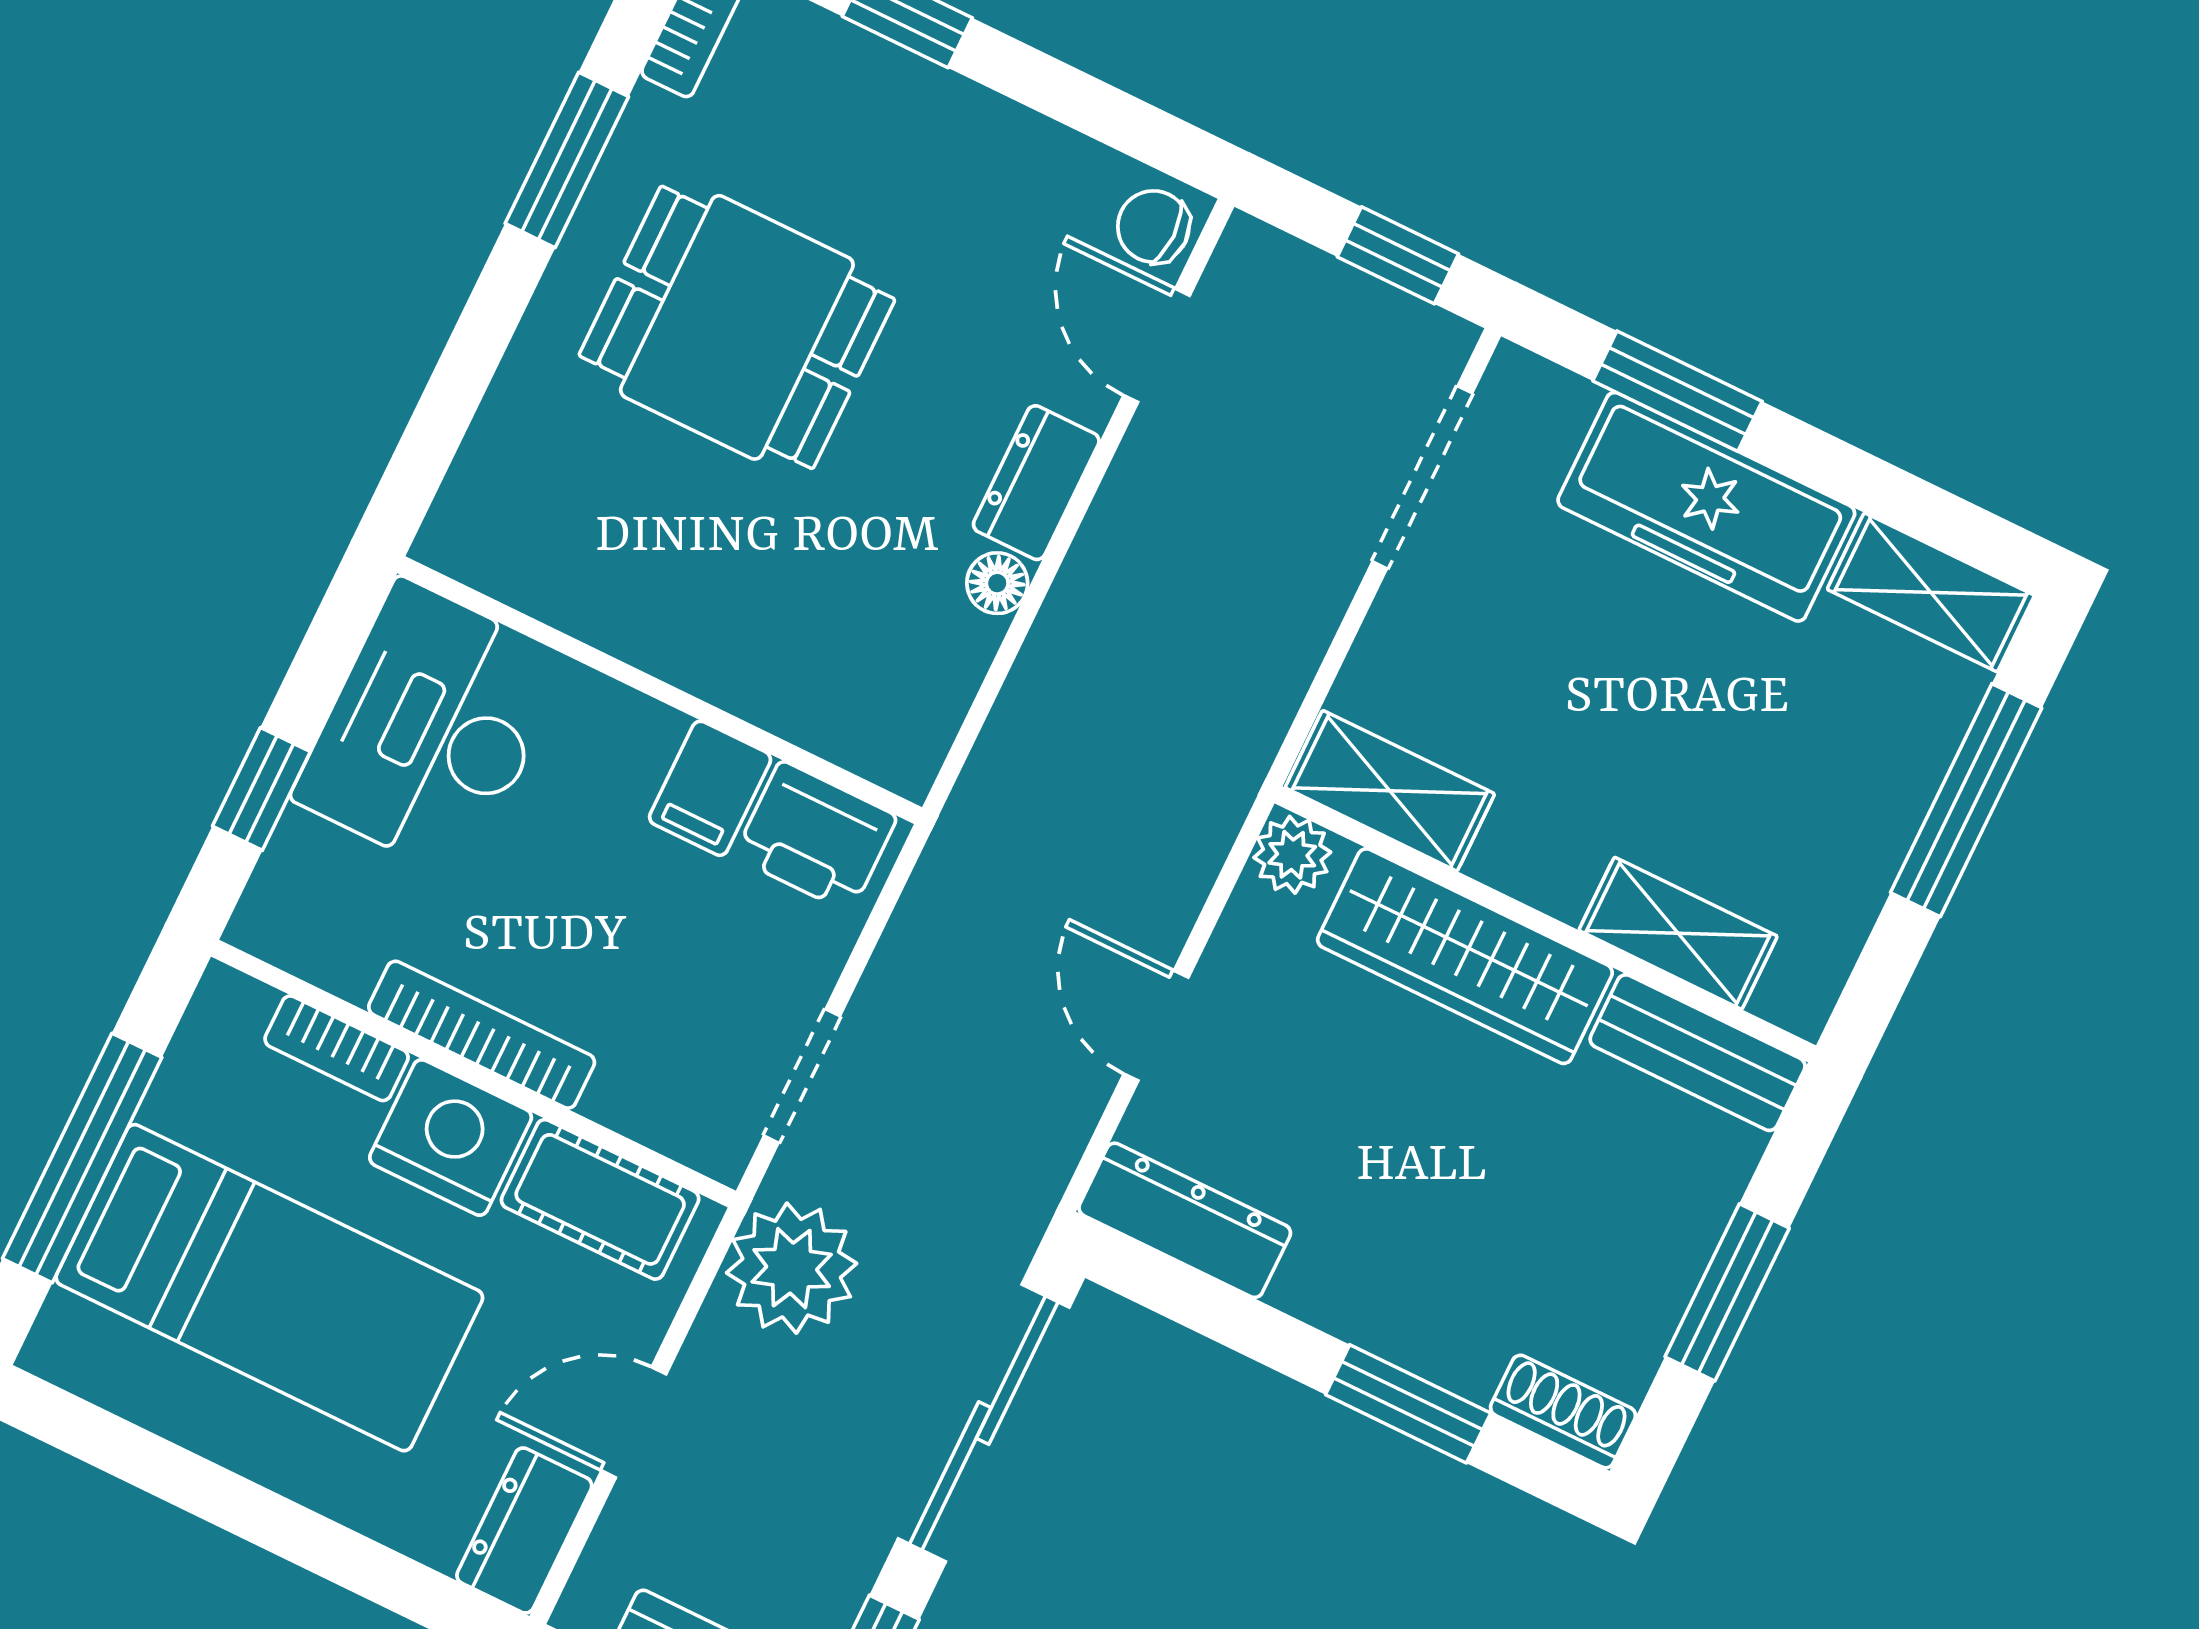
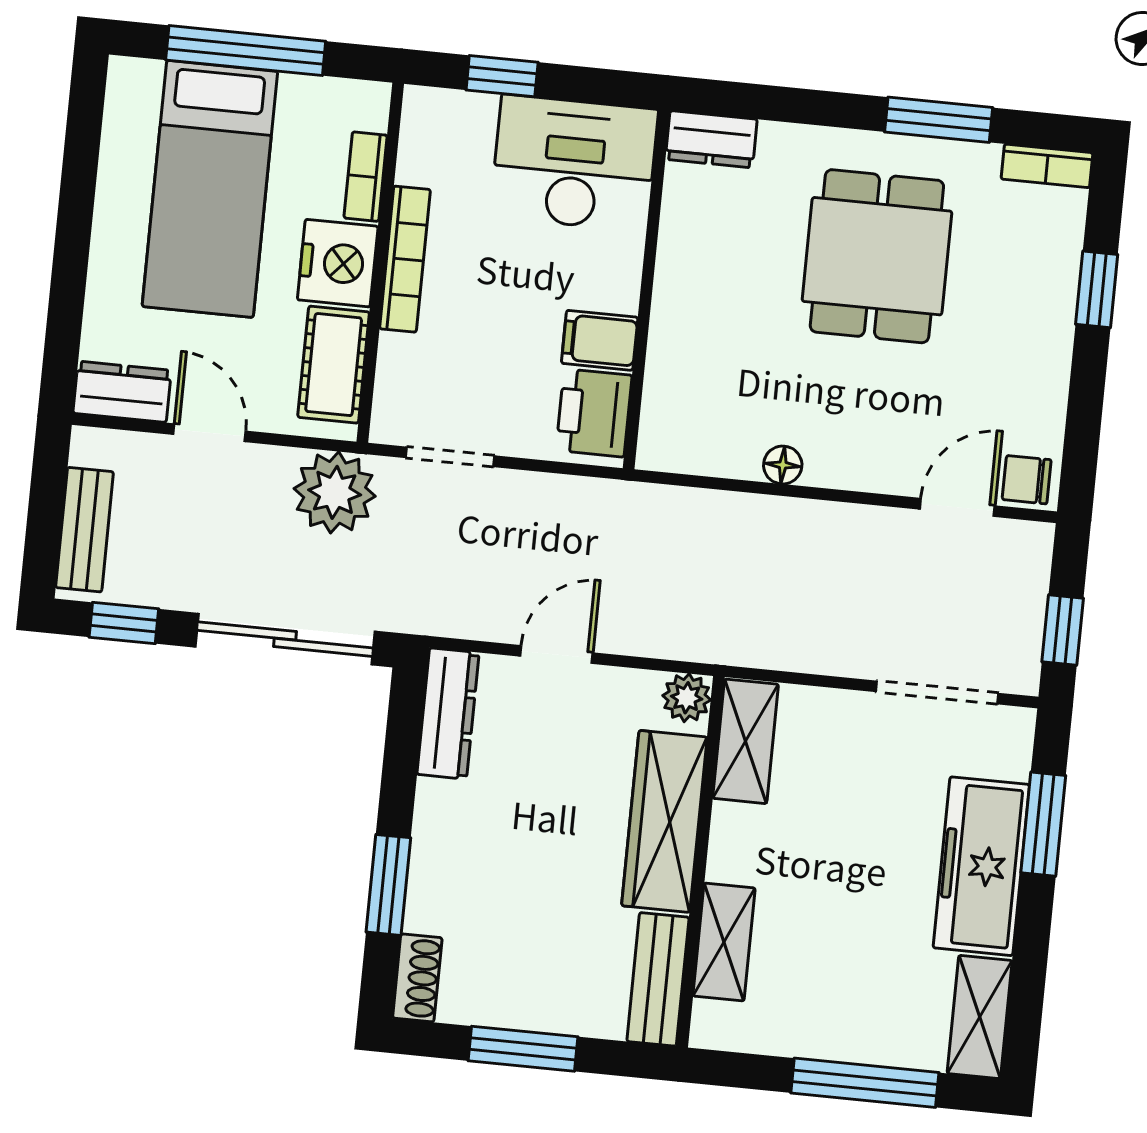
chair: (1153, 226) -> (1027, 480), turned -90
dresser: (1036, 483) -> (711, 139), moved, turned 180

